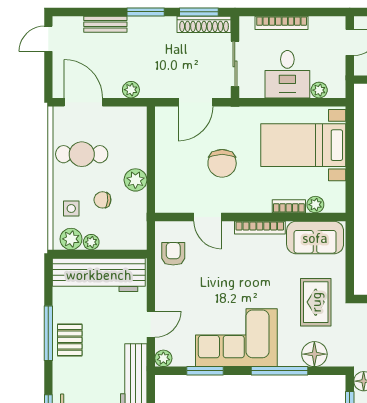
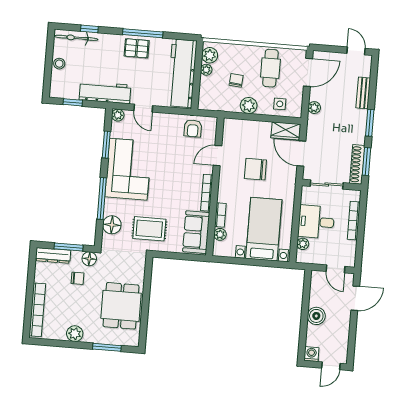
wardrobe: (166, 126) -> (286, 131), added
side table: (71, 209) -> (280, 104), moved
armchair: (173, 254) -> (193, 128), turned 90

